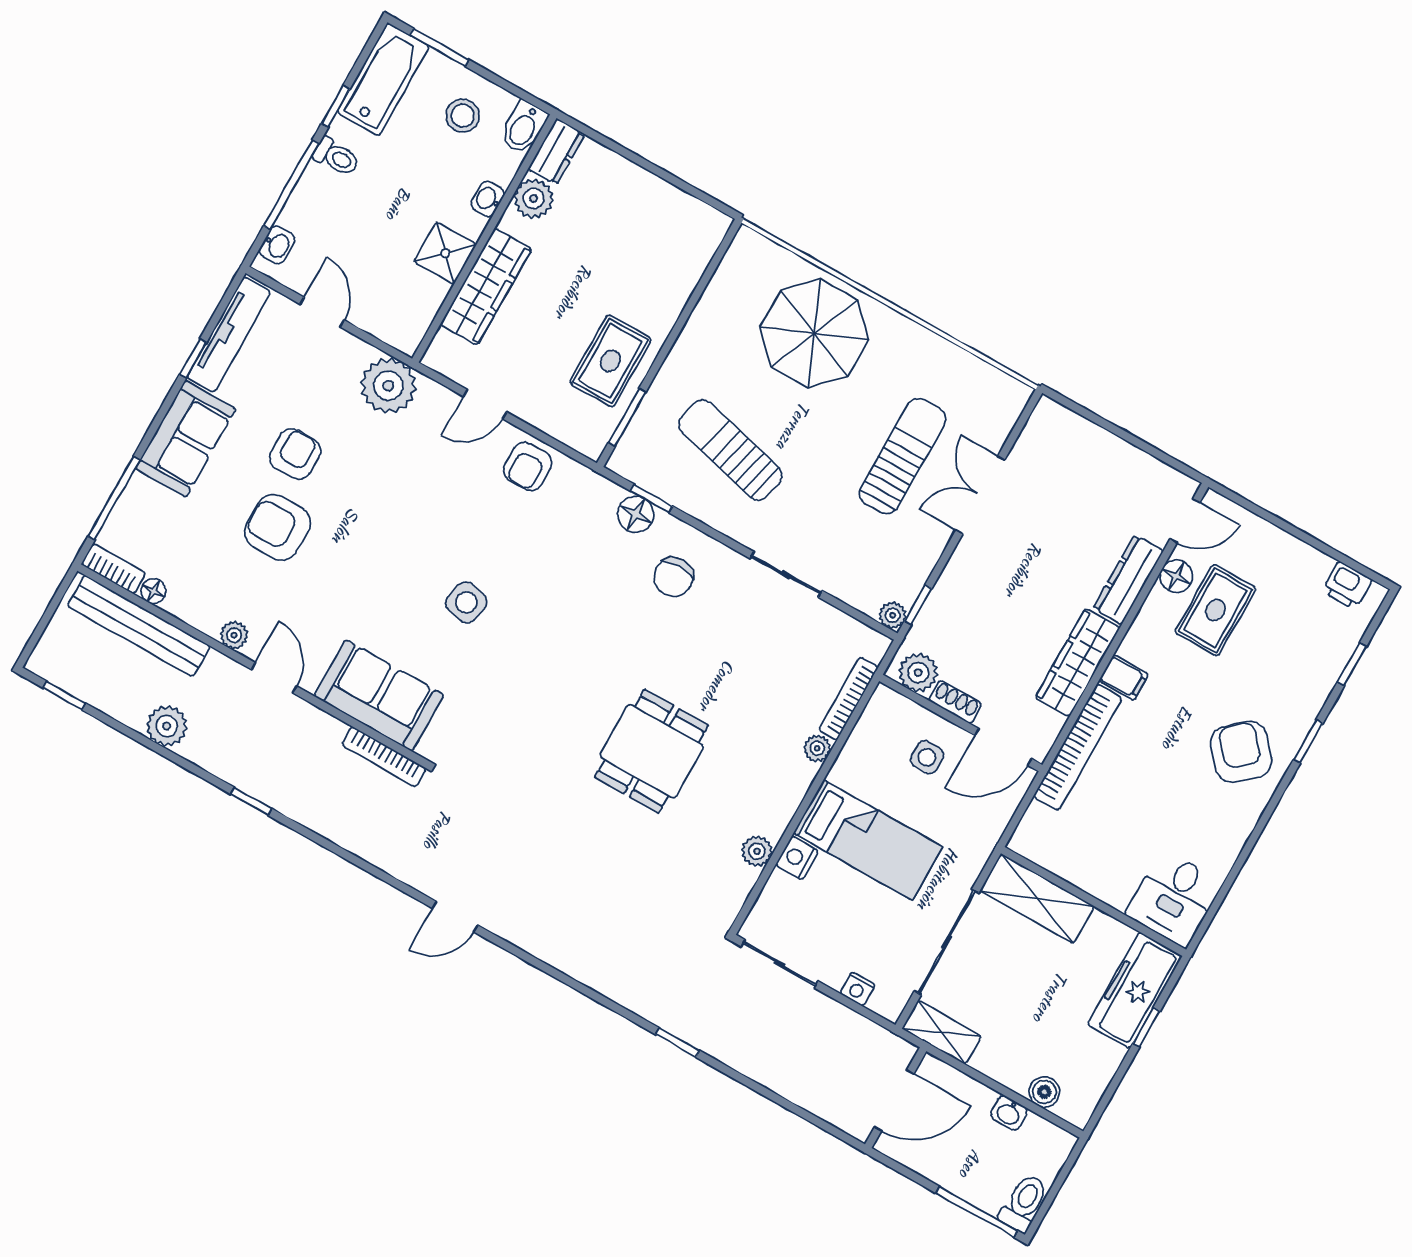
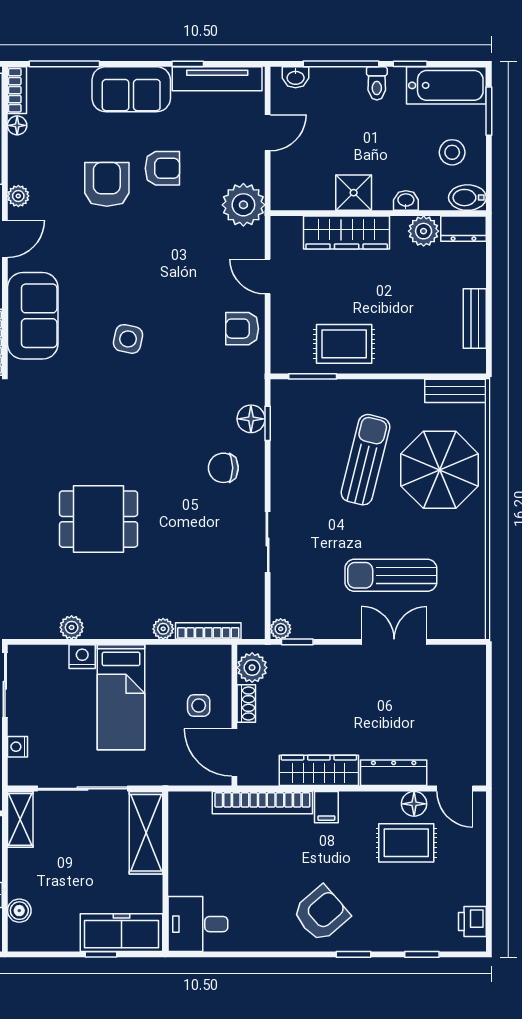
bench: (665, 197) -> (475, 318), added
bench: (735, 265) -> (455, 391), added
sun lounger: (730, 450) -> (365, 460), moved
sun lounger: (903, 456) -> (391, 575), turned 180

